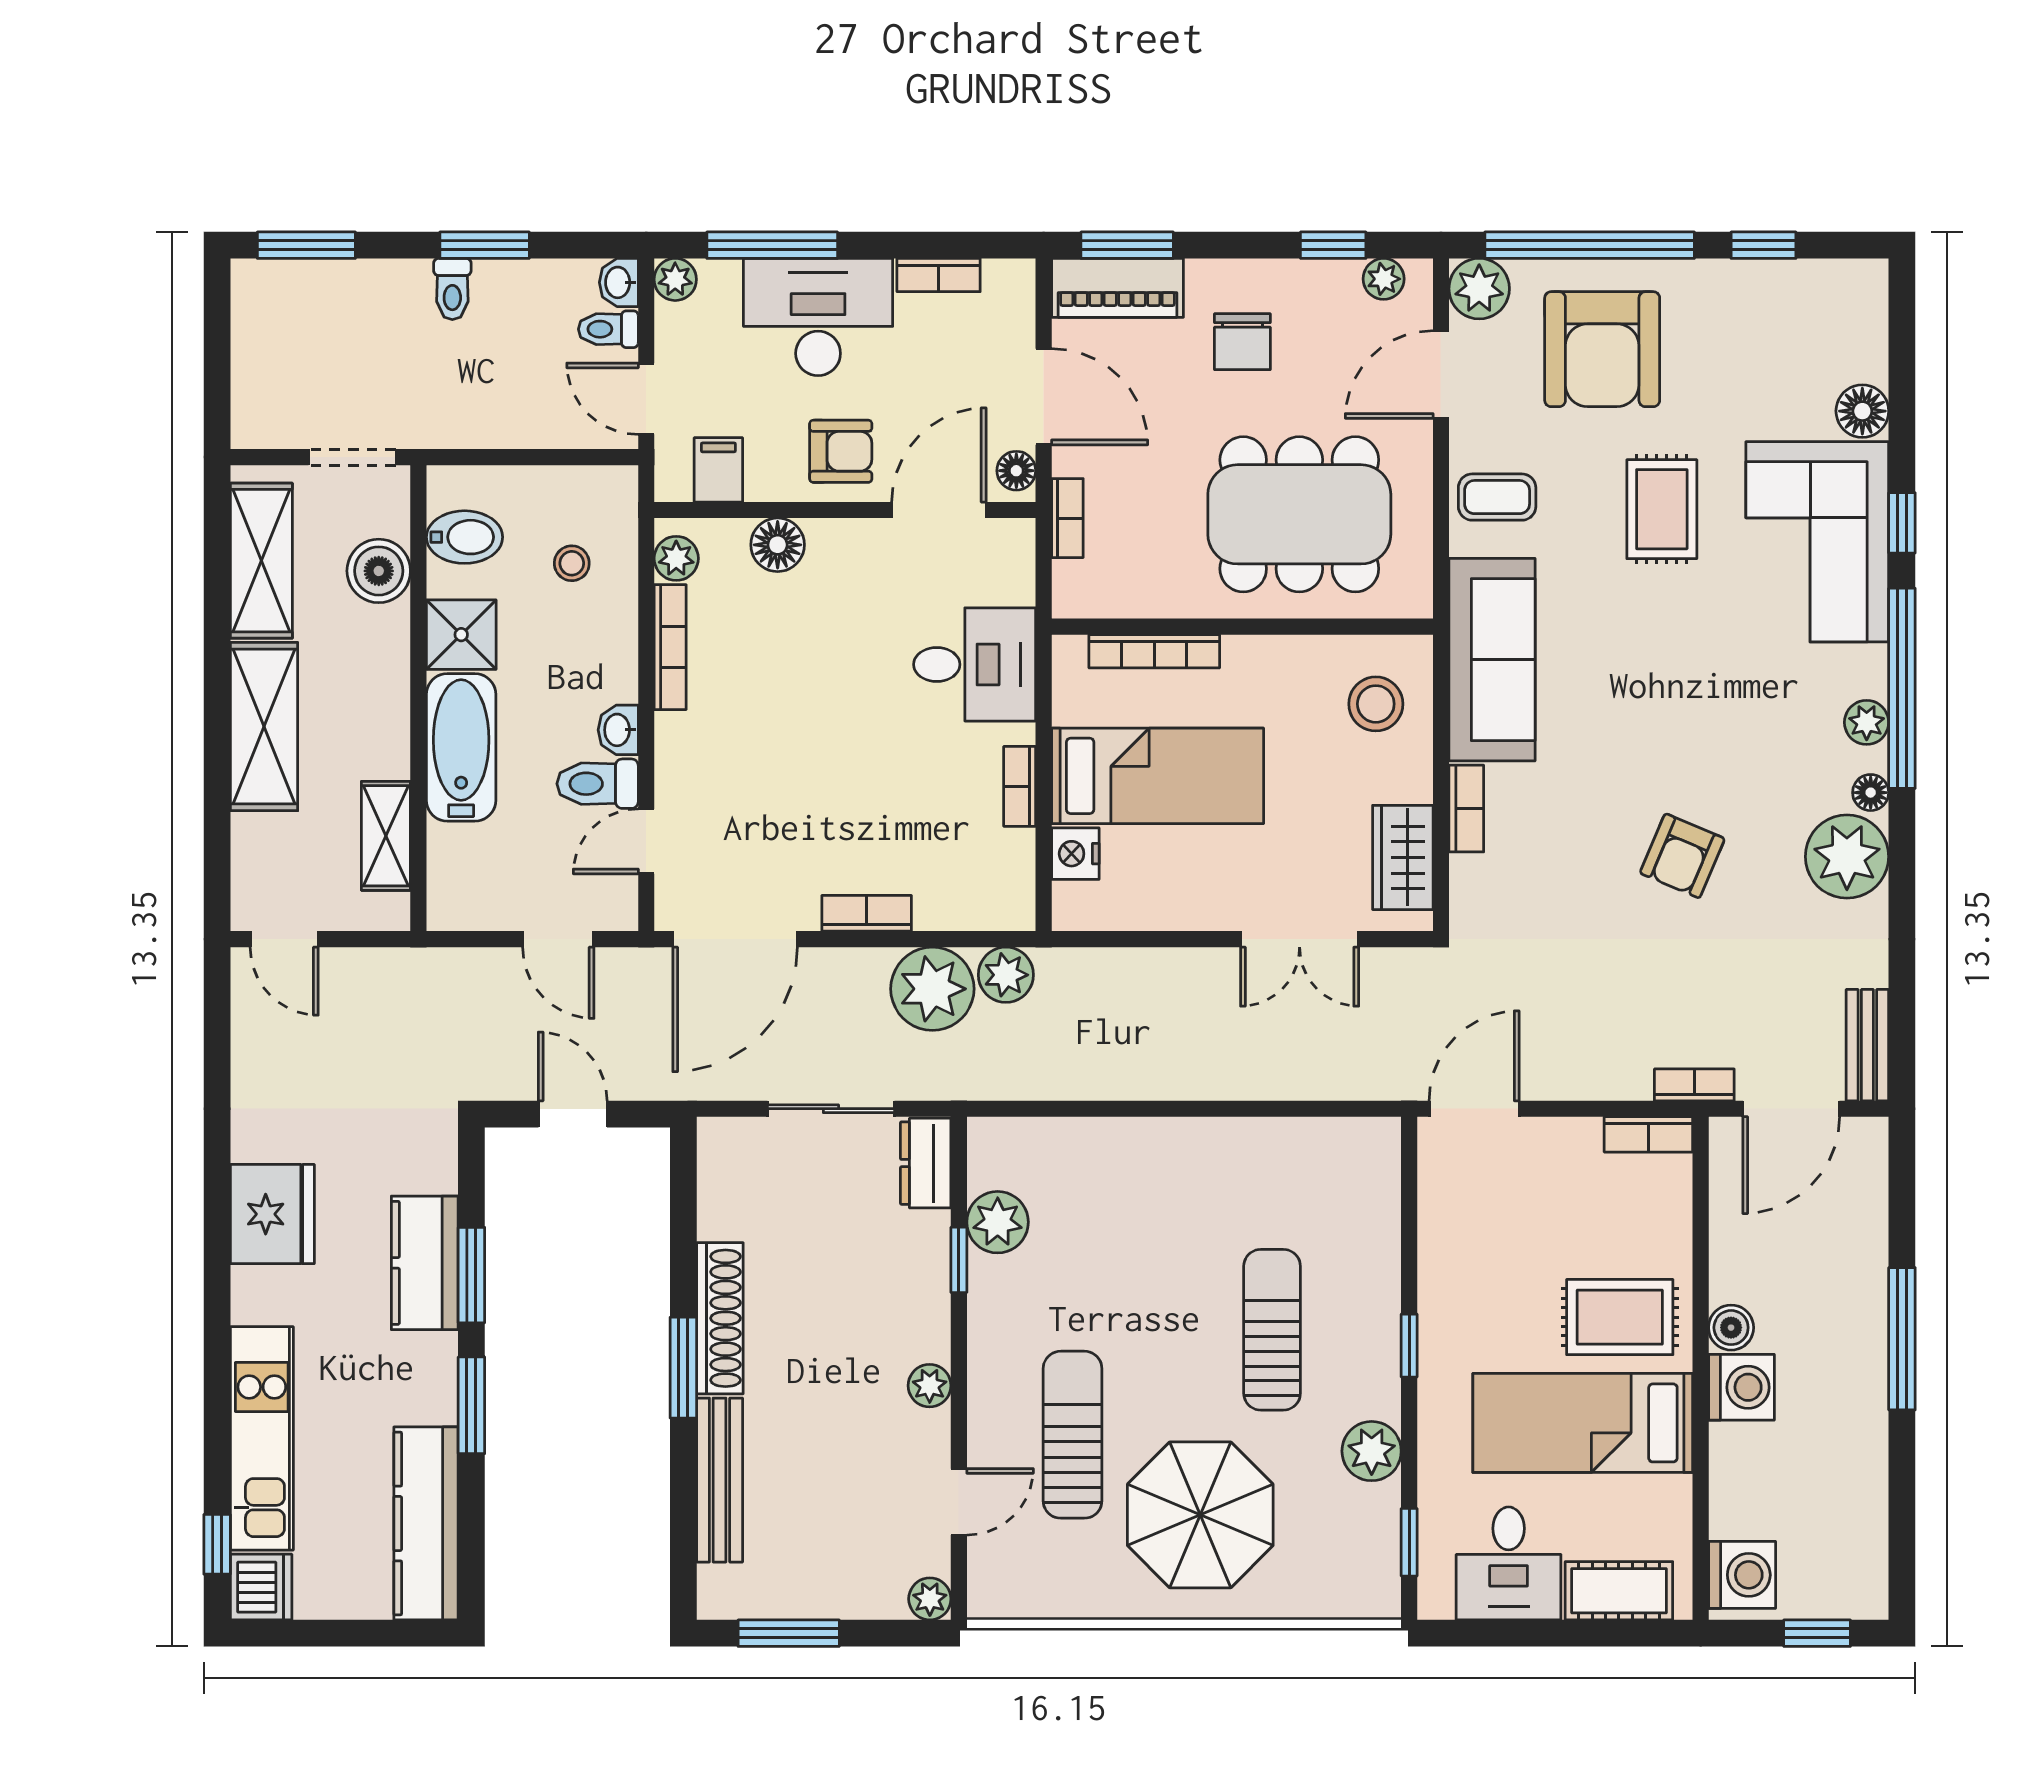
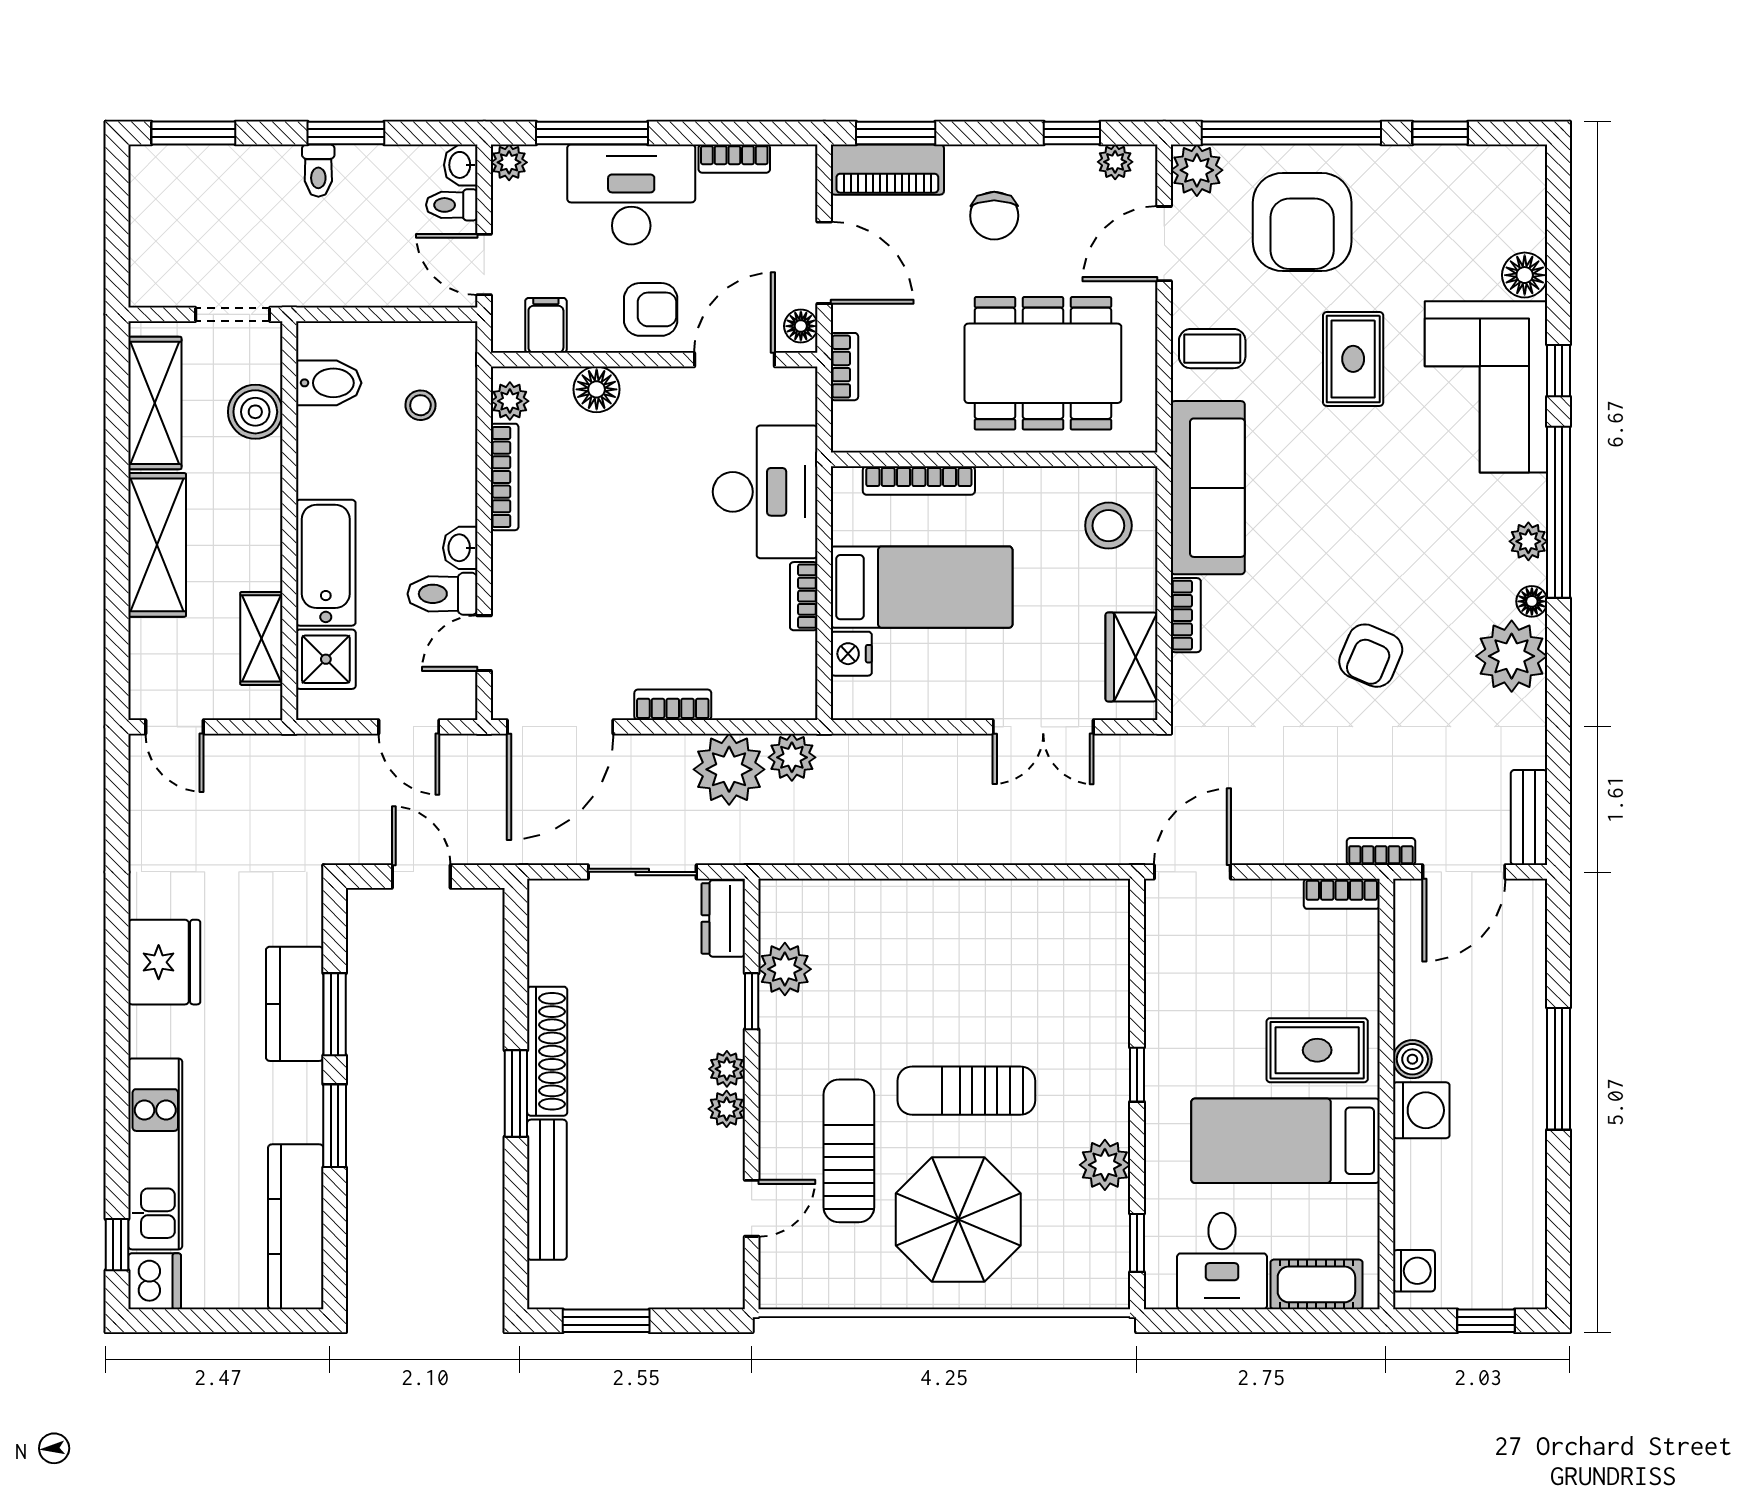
shower: (461, 635) -> (326, 659), moved
desk: (975, 664) -> (765, 492), width x1.37
sun lounger: (1272, 1330) -> (966, 1091), moved, turned -90
washing machine: (1742, 1575) -> (1414, 1271), width x0.73, depth x0.73
plant: (930, 1599) -> (727, 1069), moved

